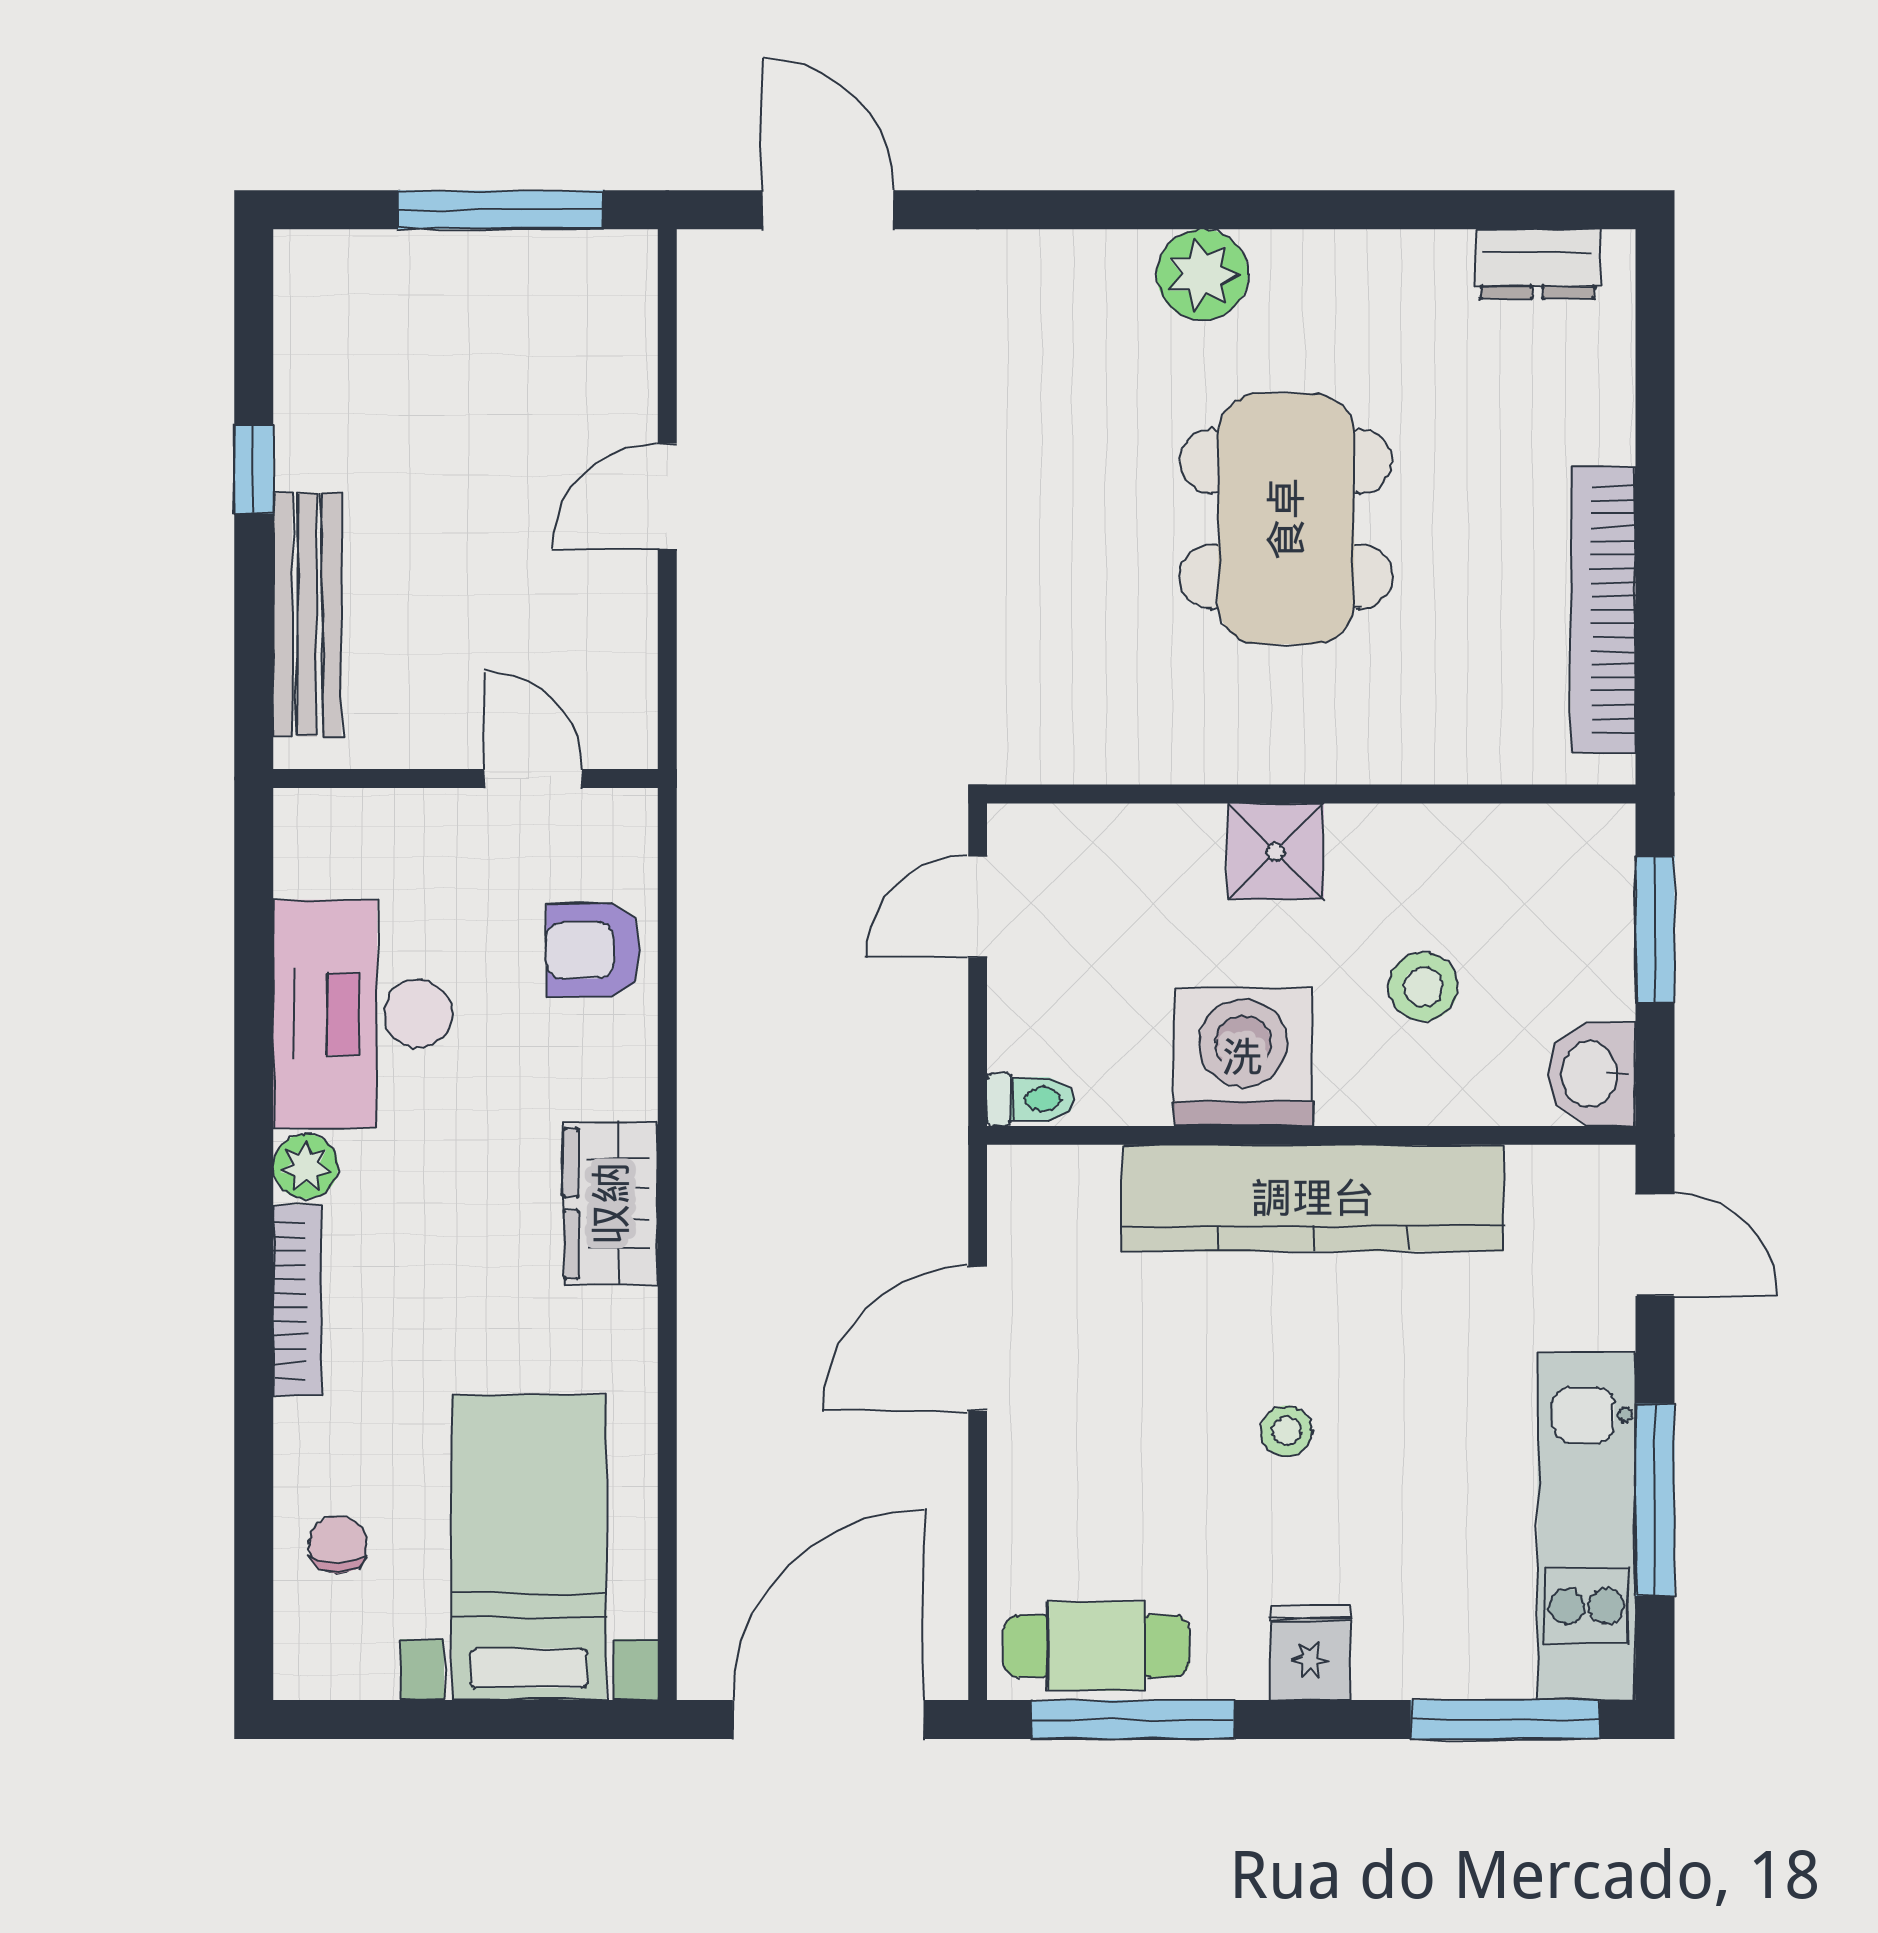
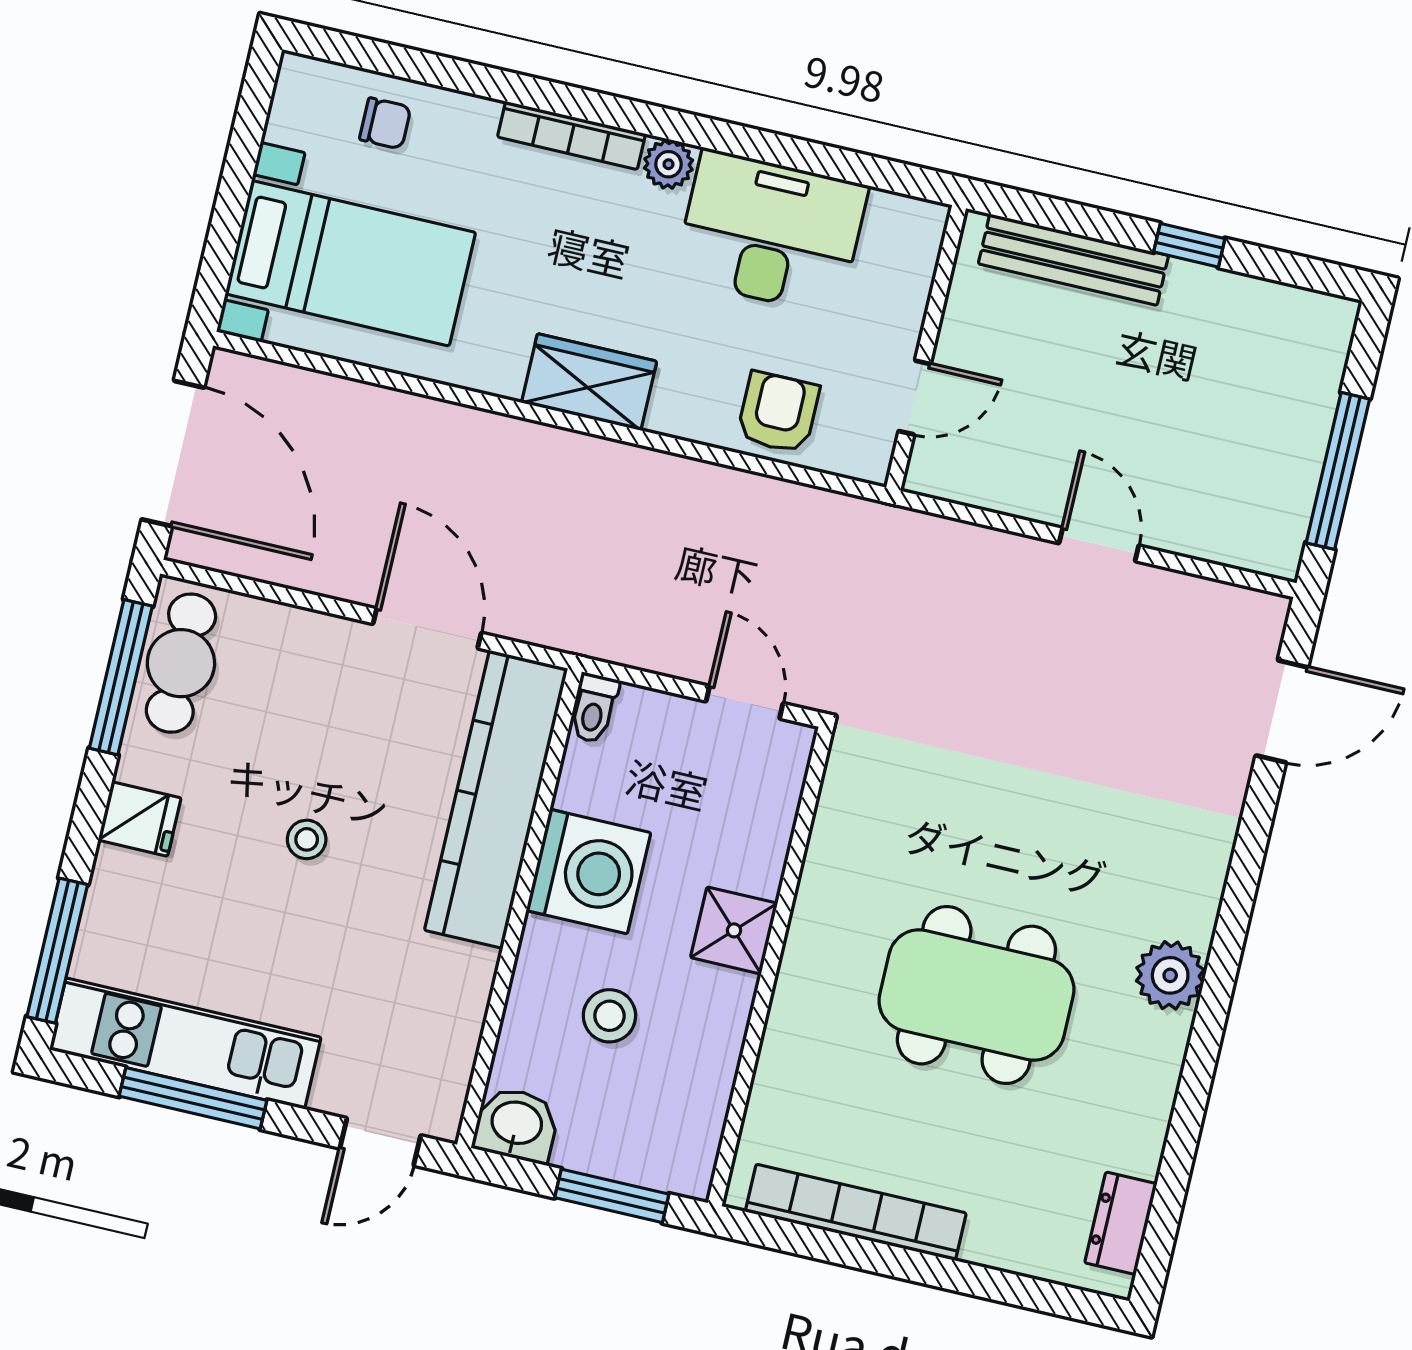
kitchen counter: (1313, 1198) -> (496, 799), moved

